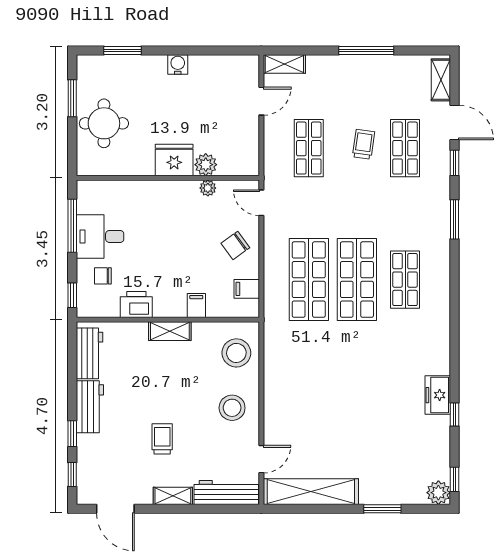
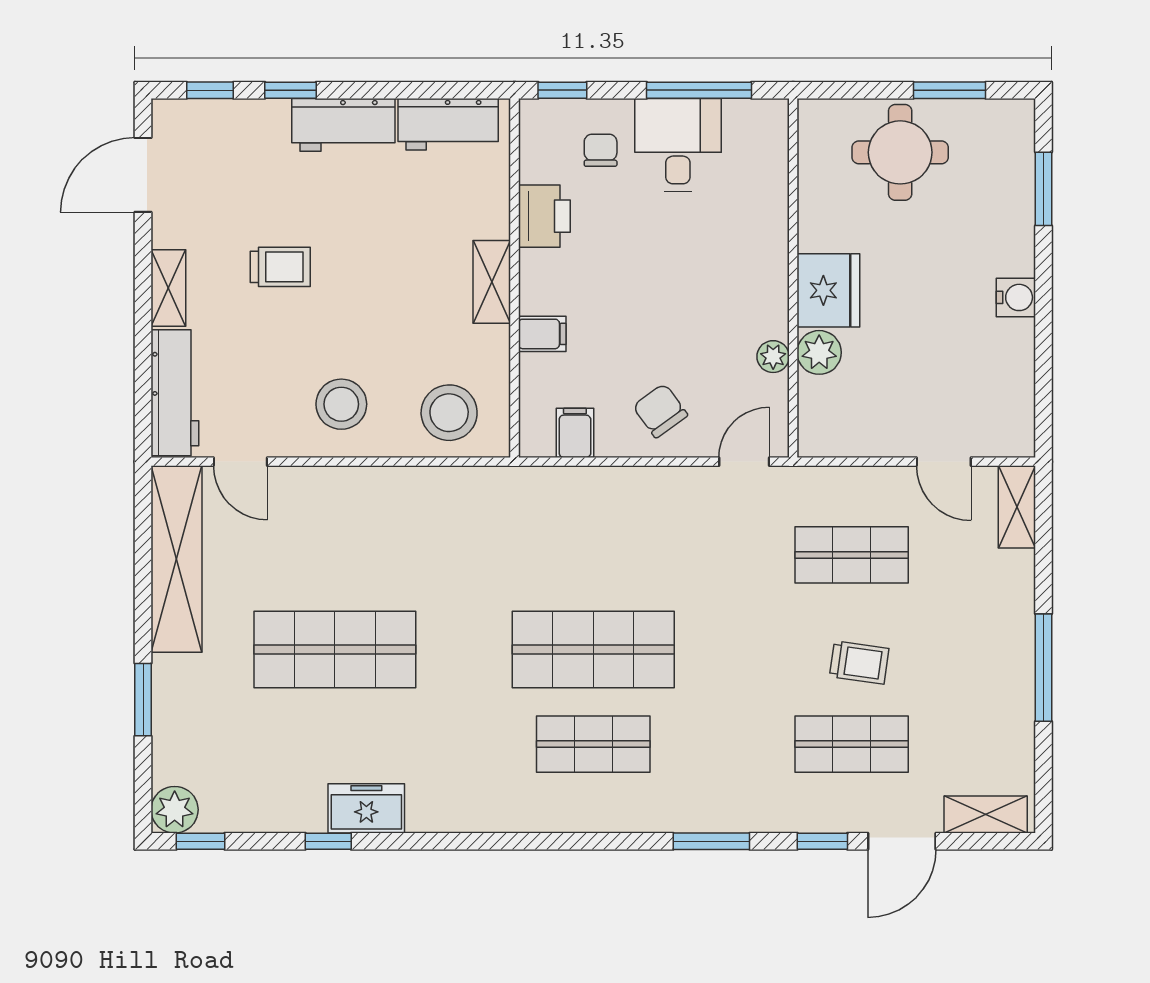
shop shelf: (309, 280) -> (335, 649), moved

